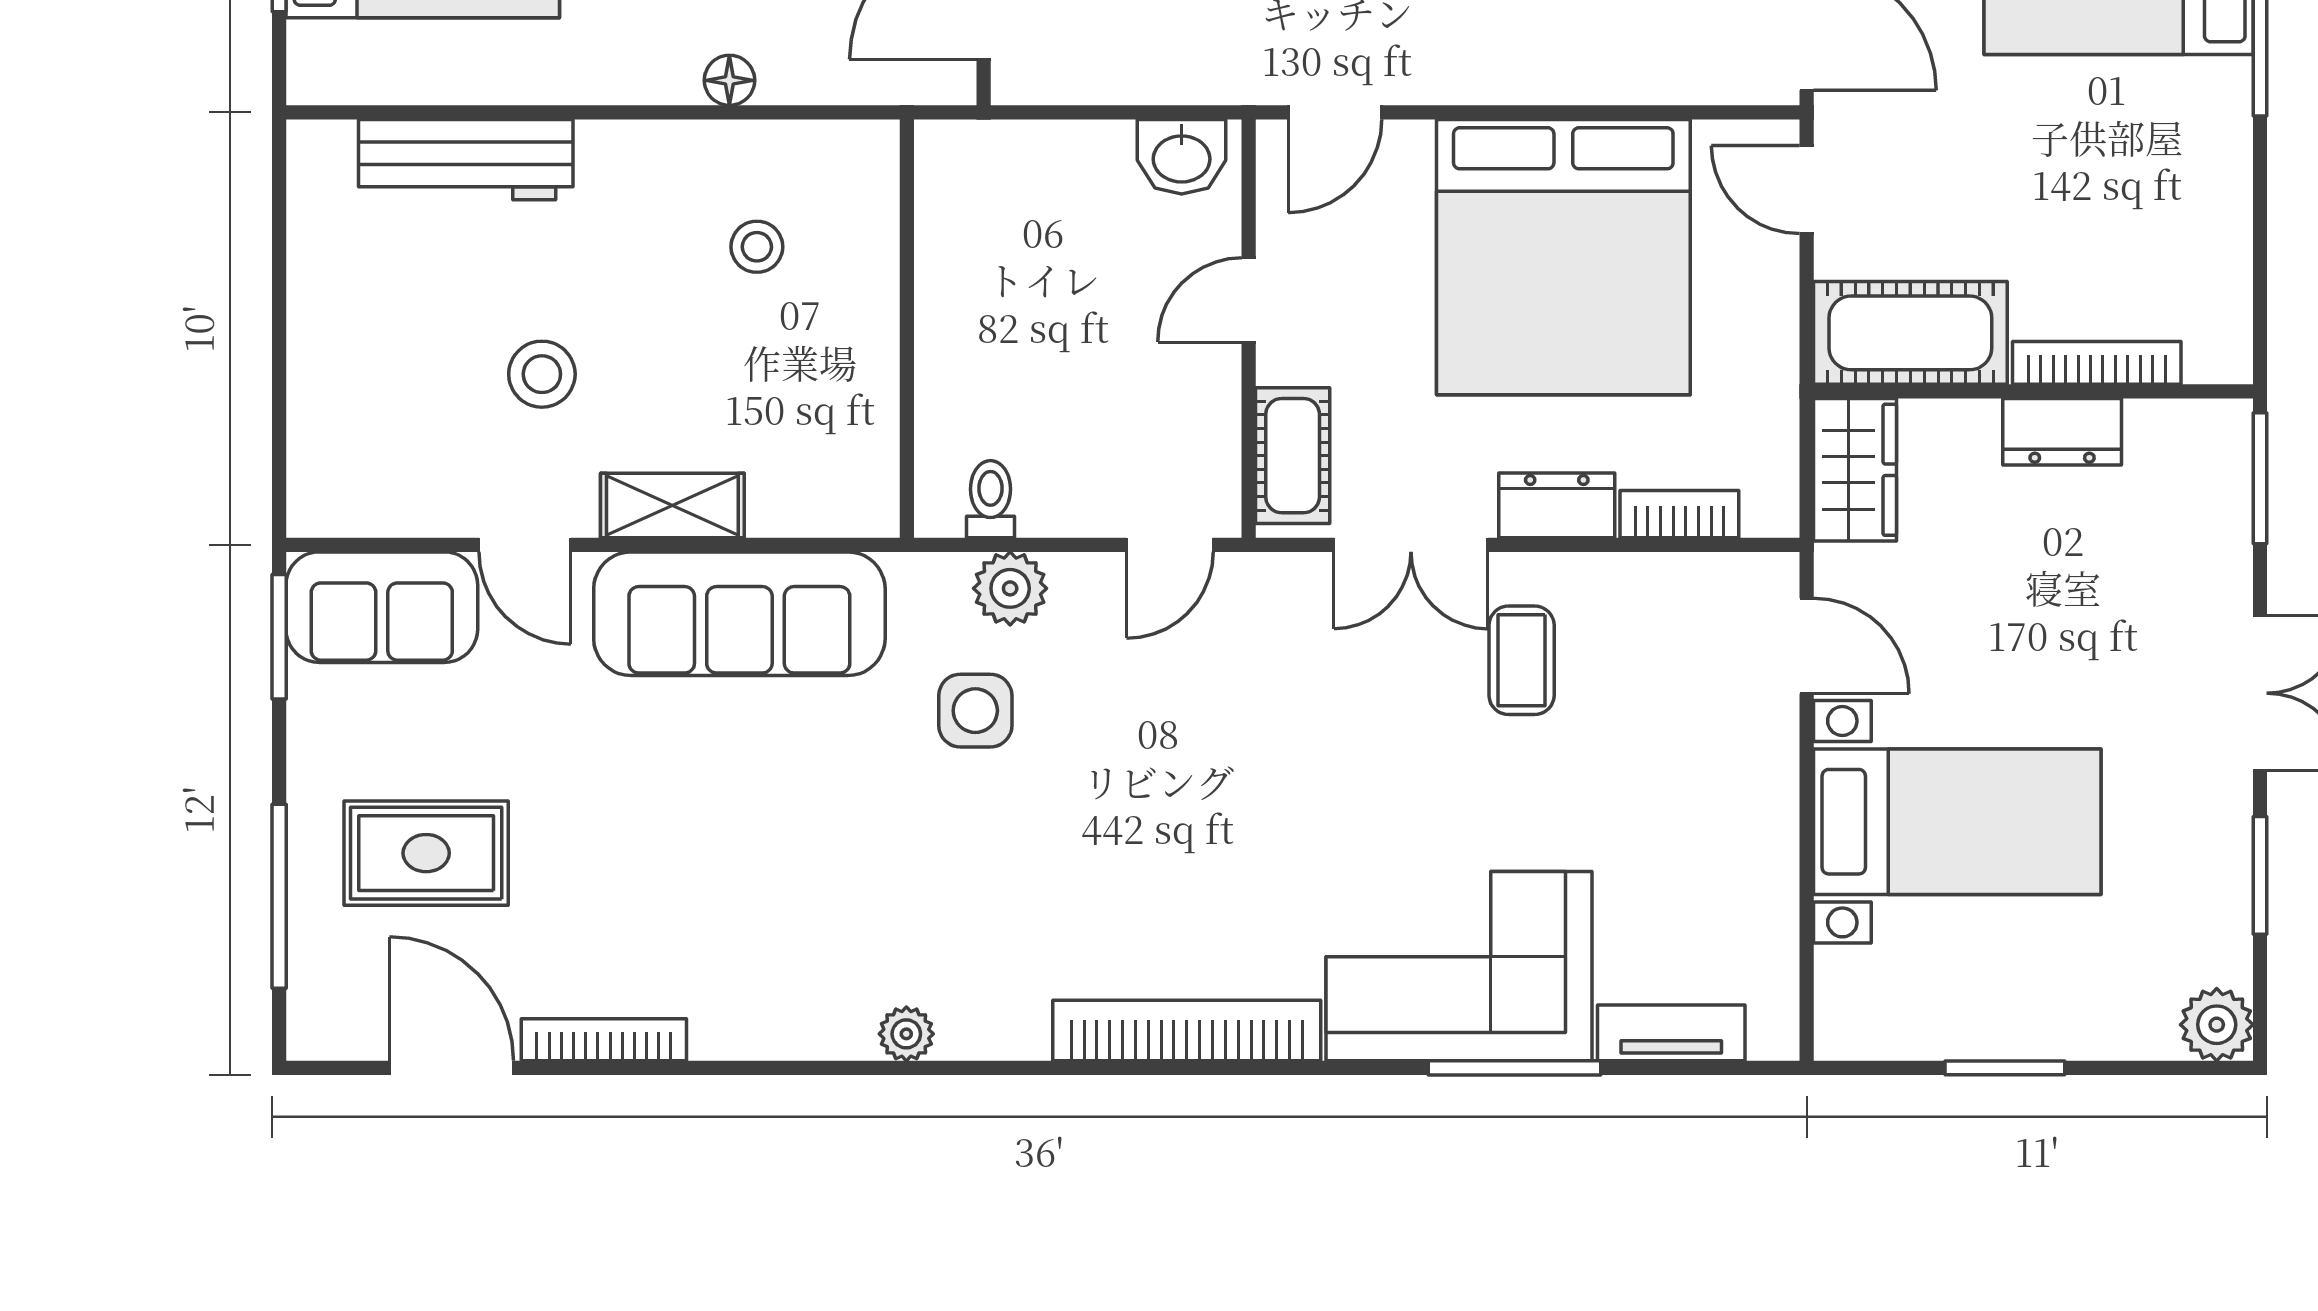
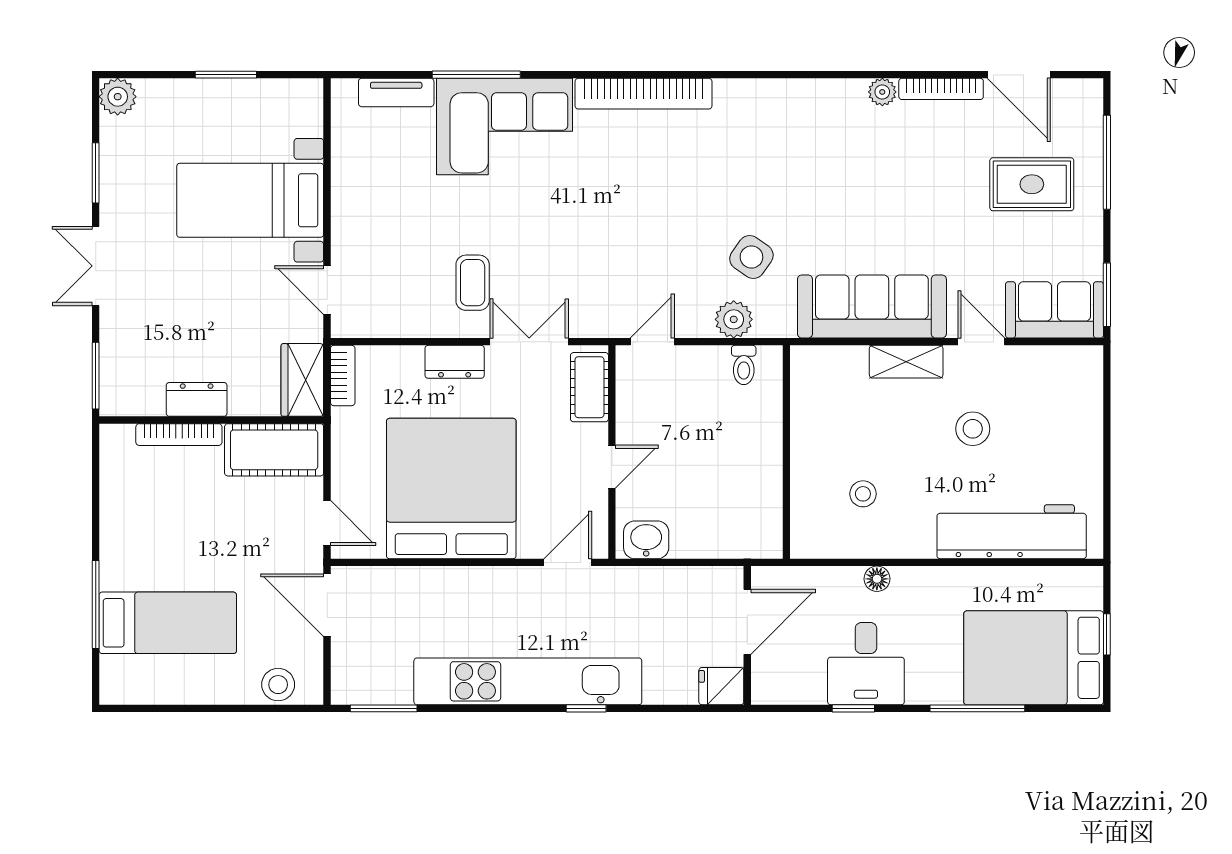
workbench: (466, 160) -> (1012, 532), width x1.36, depth x1.32
bookcase: (1679, 514) -> (343, 375), moved, turned -90
side table: (975, 711) -> (751, 257), turned 35
plant: (906, 1034) -> (882, 92), moved

